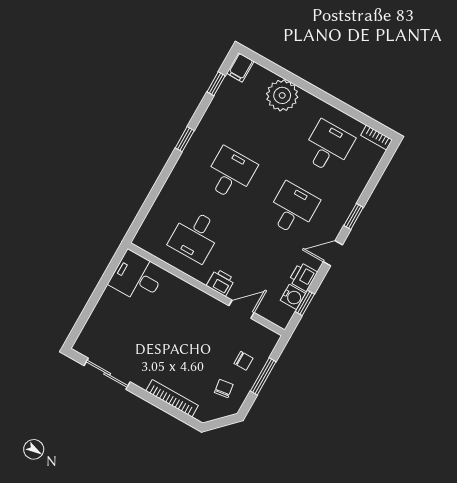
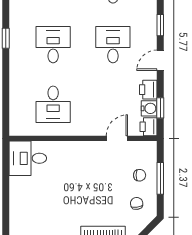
printer: (221, 282) -> (149, 127), moved, turned -90

